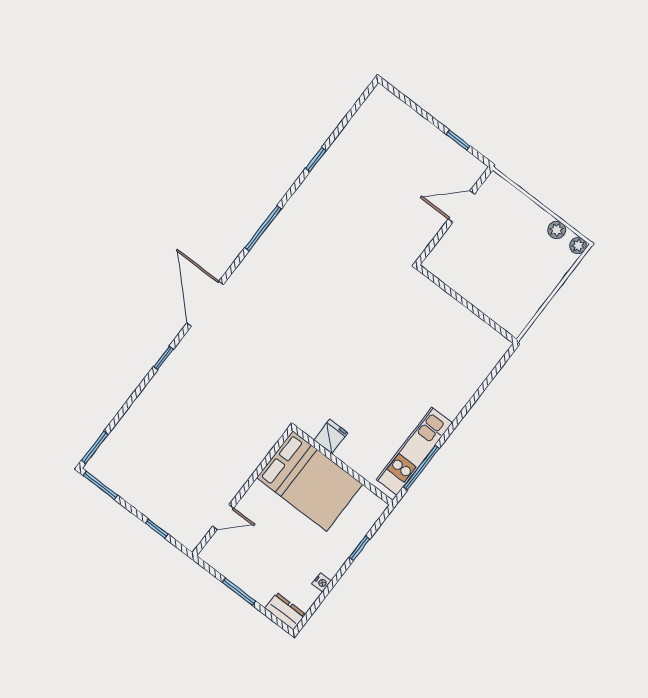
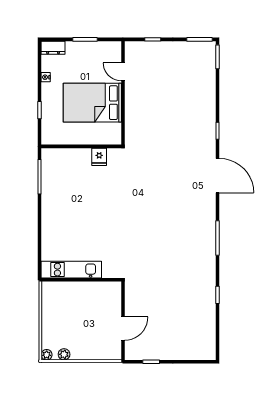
kitchen unit: (414, 451) -> (71, 270), moved, turned -90
bed: (310, 481) -> (92, 103), moved
door: (223, 517) -> (123, 72), hinge flipped

